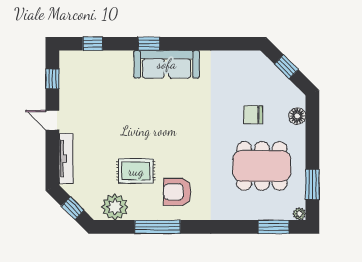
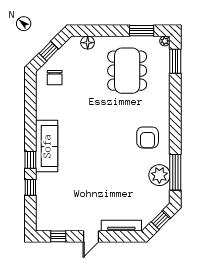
window: (93, 44) -> (30, 187), moved
chair: (253, 115) -> (55, 78), moved
rug: (136, 171) -> (131, 170), removed
plant: (115, 207) -> (159, 175), moved
window: (158, 227) -> (175, 172), moved

